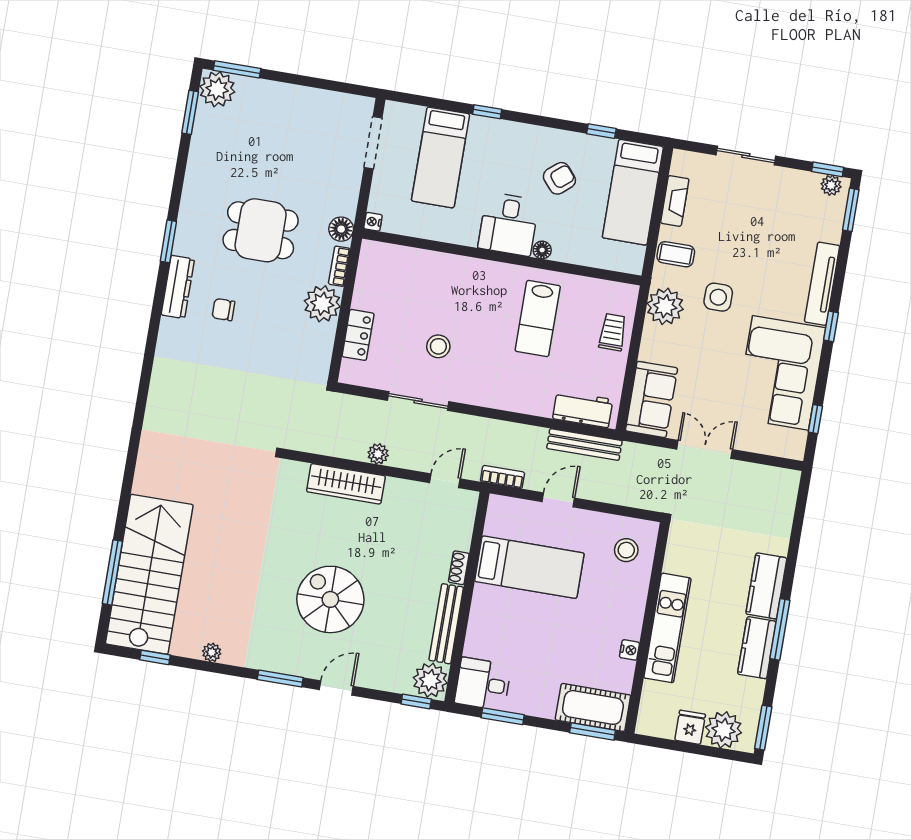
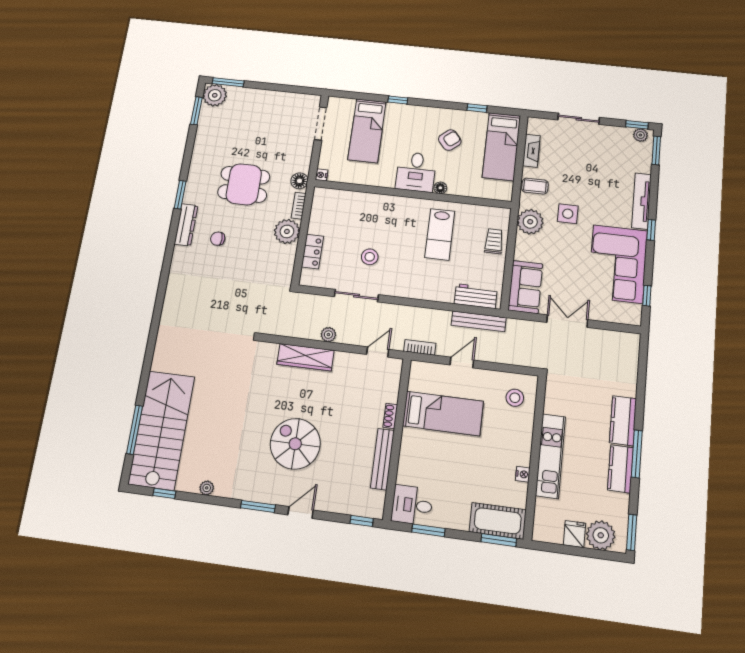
plant: (430, 680) -> (372, 504), removed

